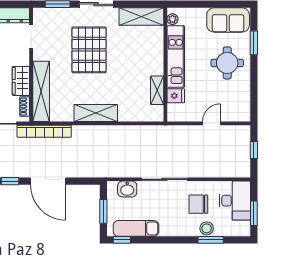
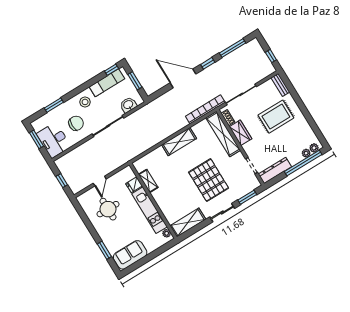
round table: (227, 63) -> (108, 209), moved
stool: (207, 228) -> (85, 102), moved

